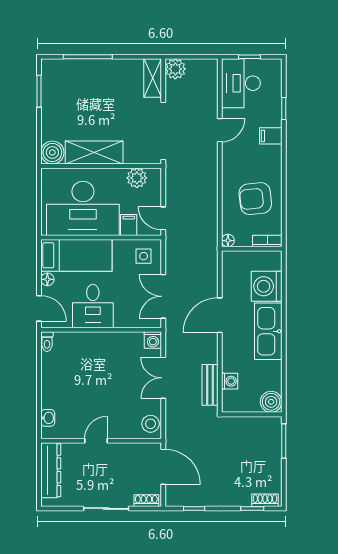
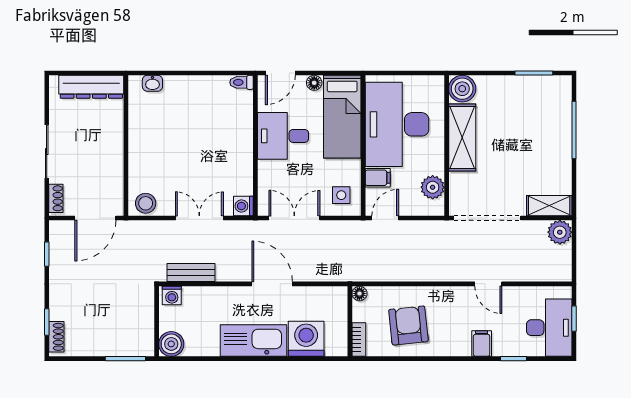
desk: (241, 83) -> (549, 328), moved, turned 90
washing machine: (230, 381) -> (172, 295), moved
door: (96, 441) -> (126, 140), removed

